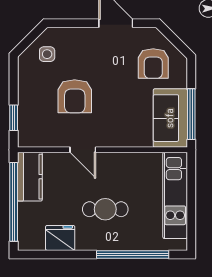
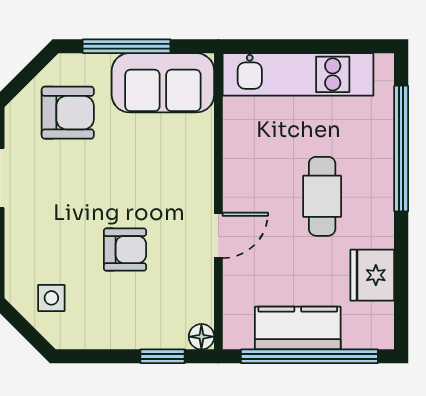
armchair: (75, 96) -> (125, 250), width x0.72, depth x0.72
window: (191, 114) -> (127, 46), moved
floor lamp: (25, 140) -> (201, 337), added
kitchen counter: (30, 177) -> (298, 328), moved

